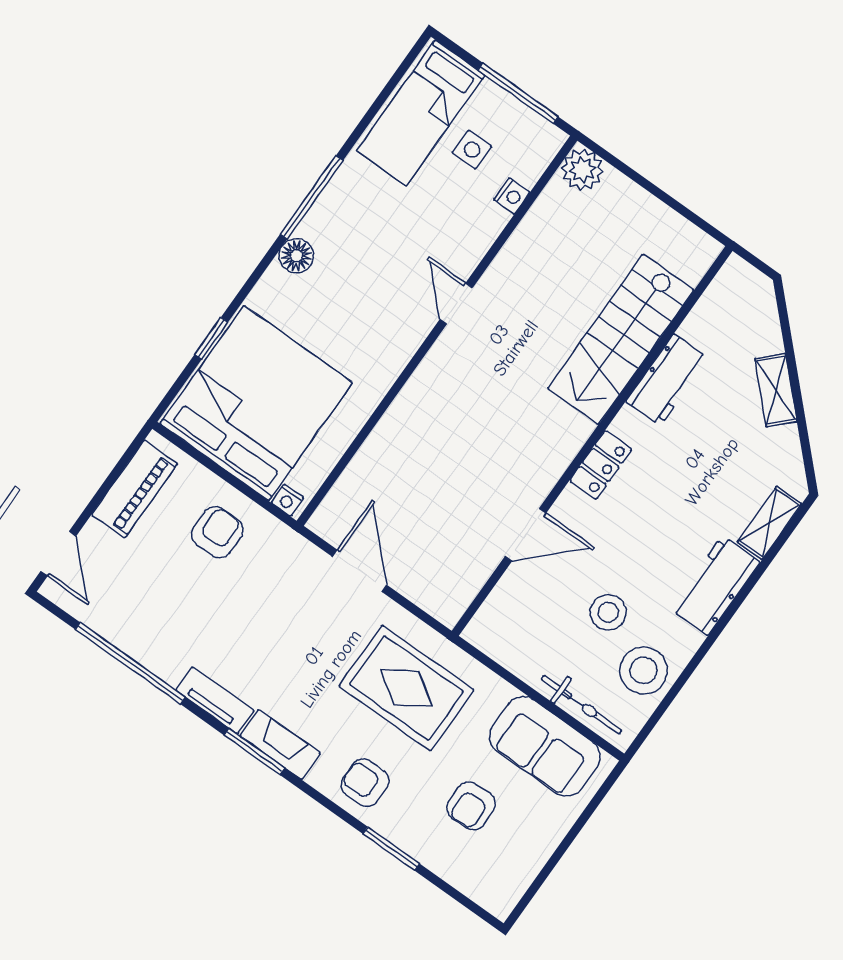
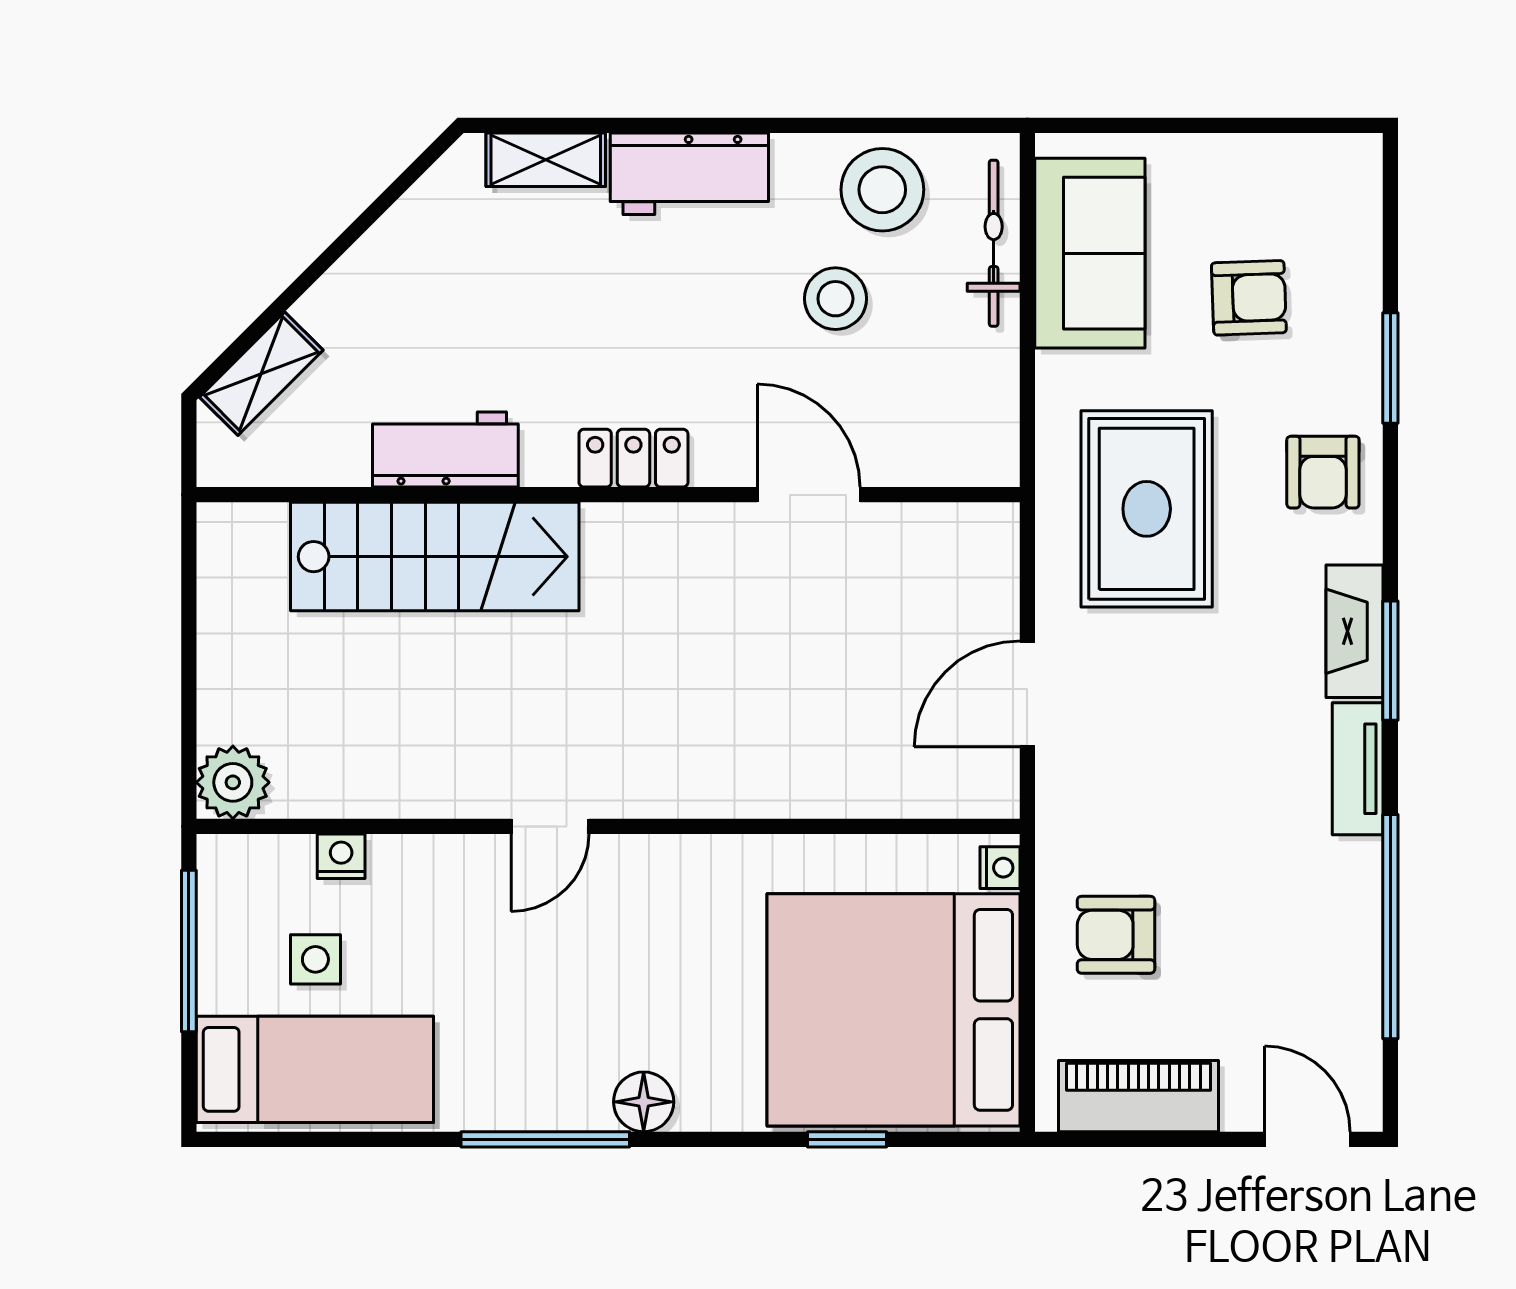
shelving: (776, 390) -> (261, 374), moved
door: (58, 554) -> (1307, 1139), hinge flipped

